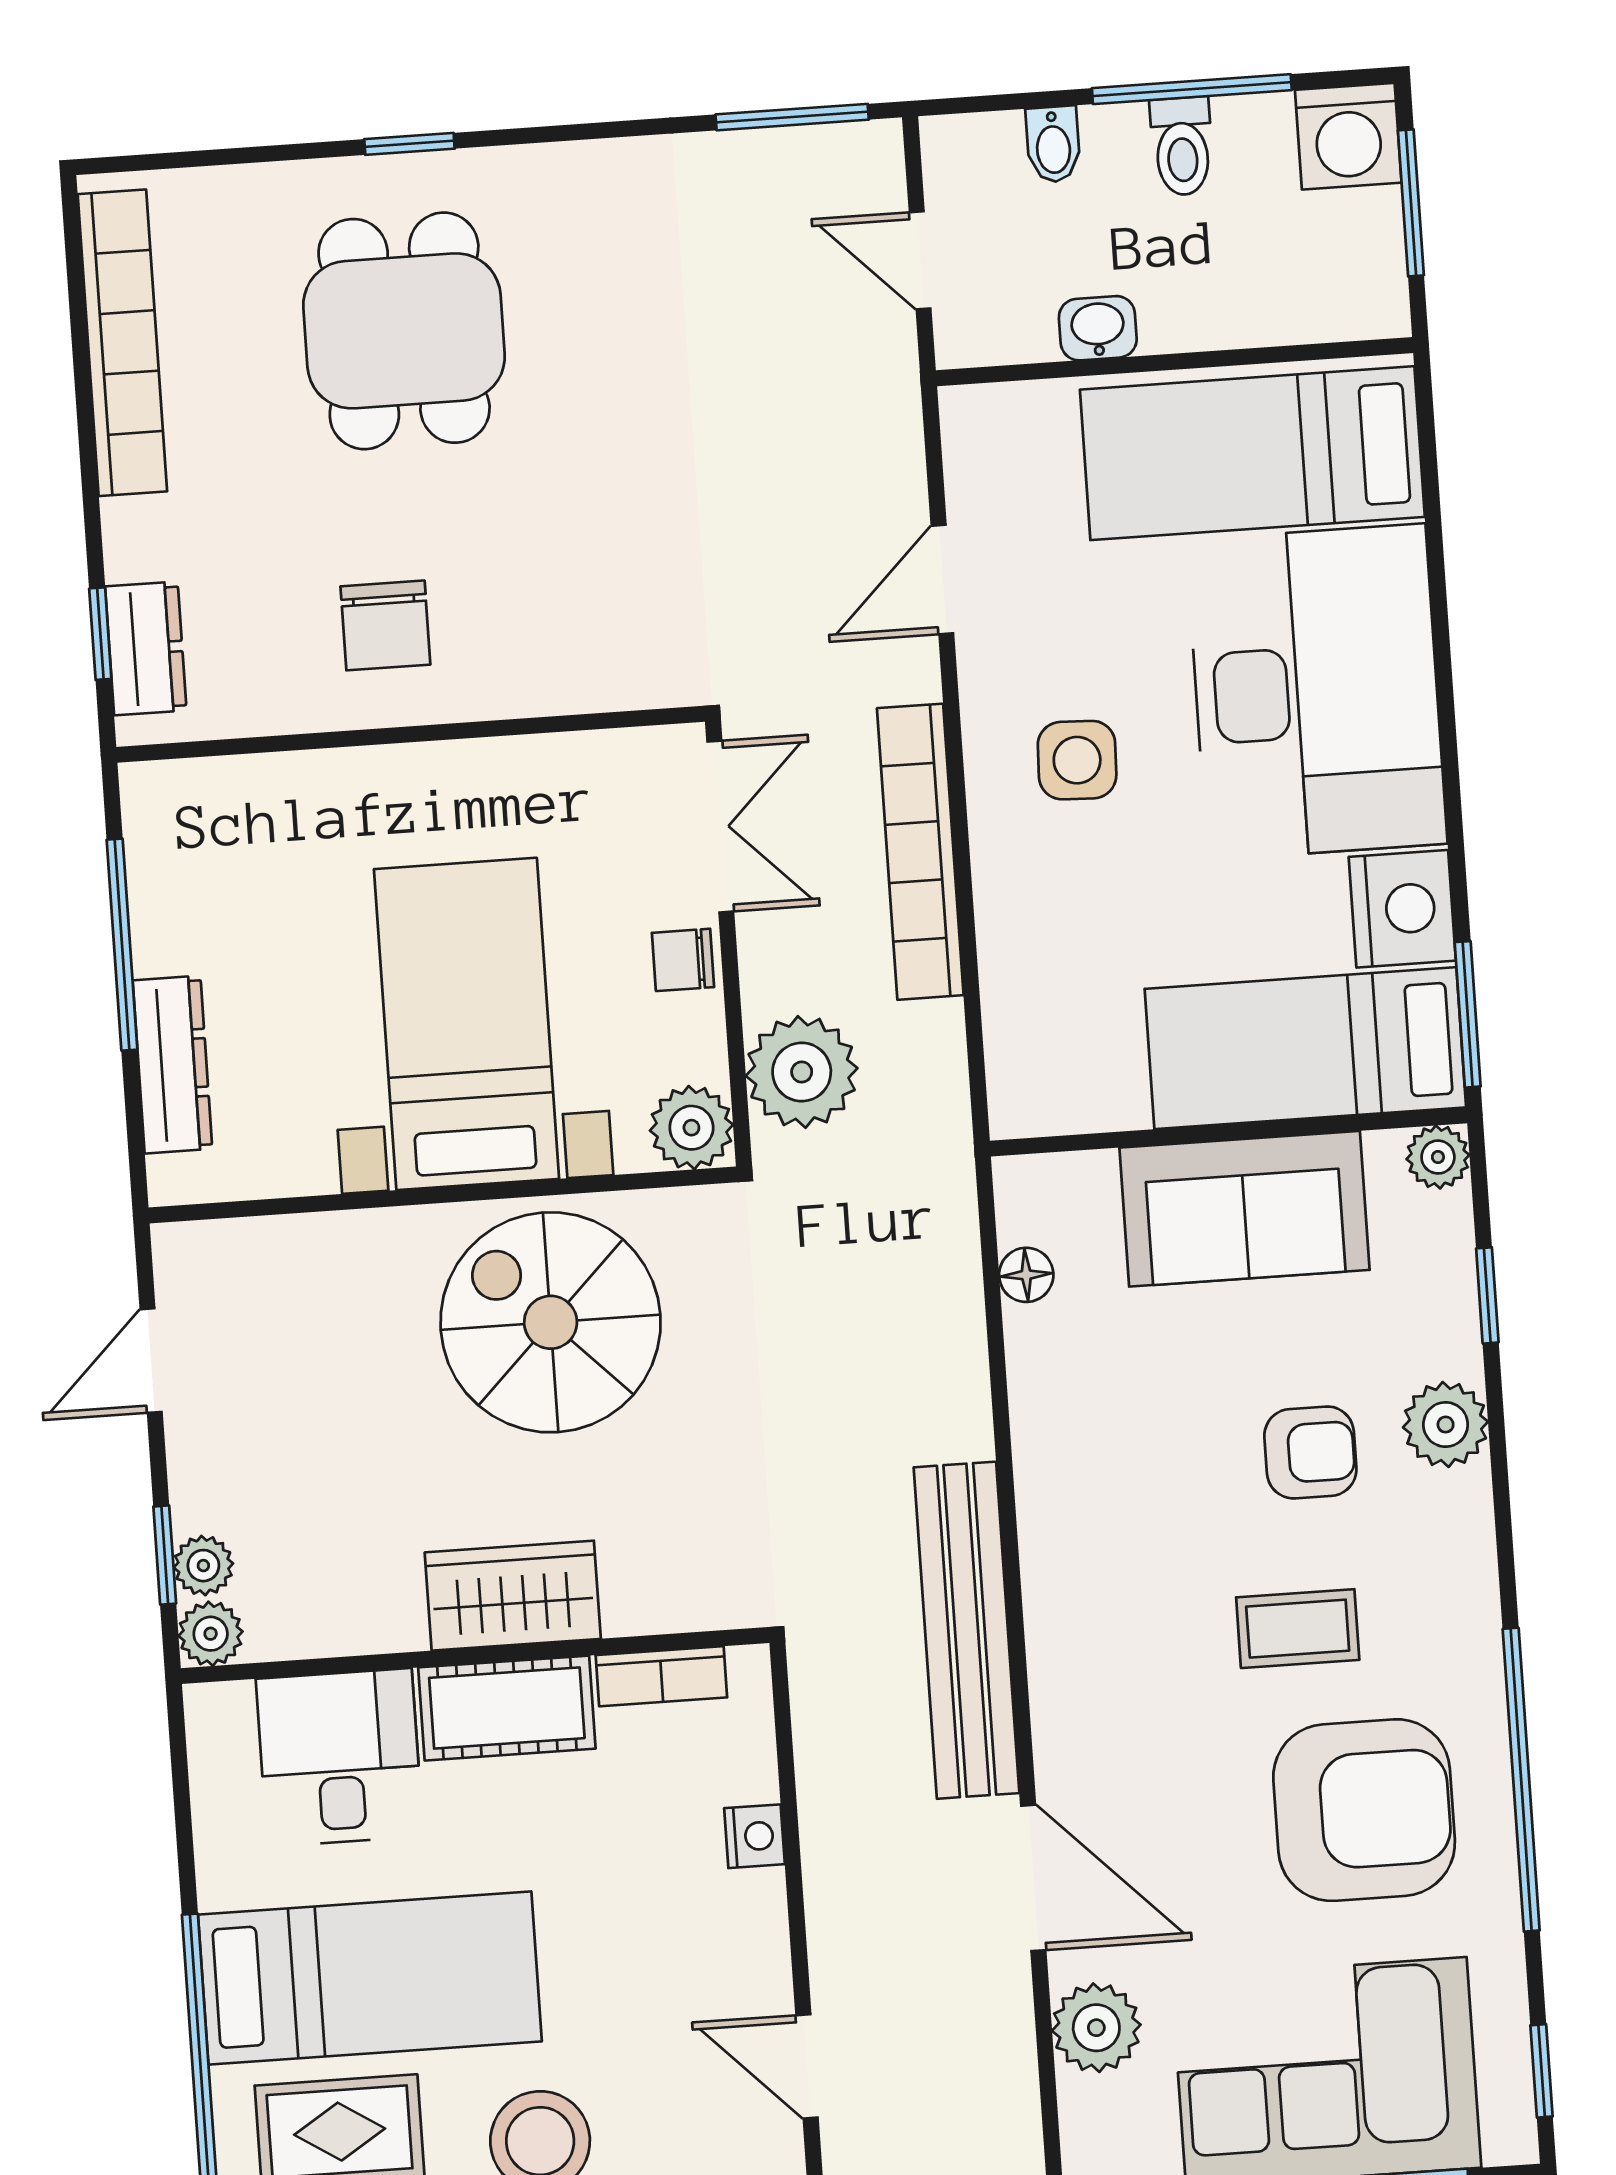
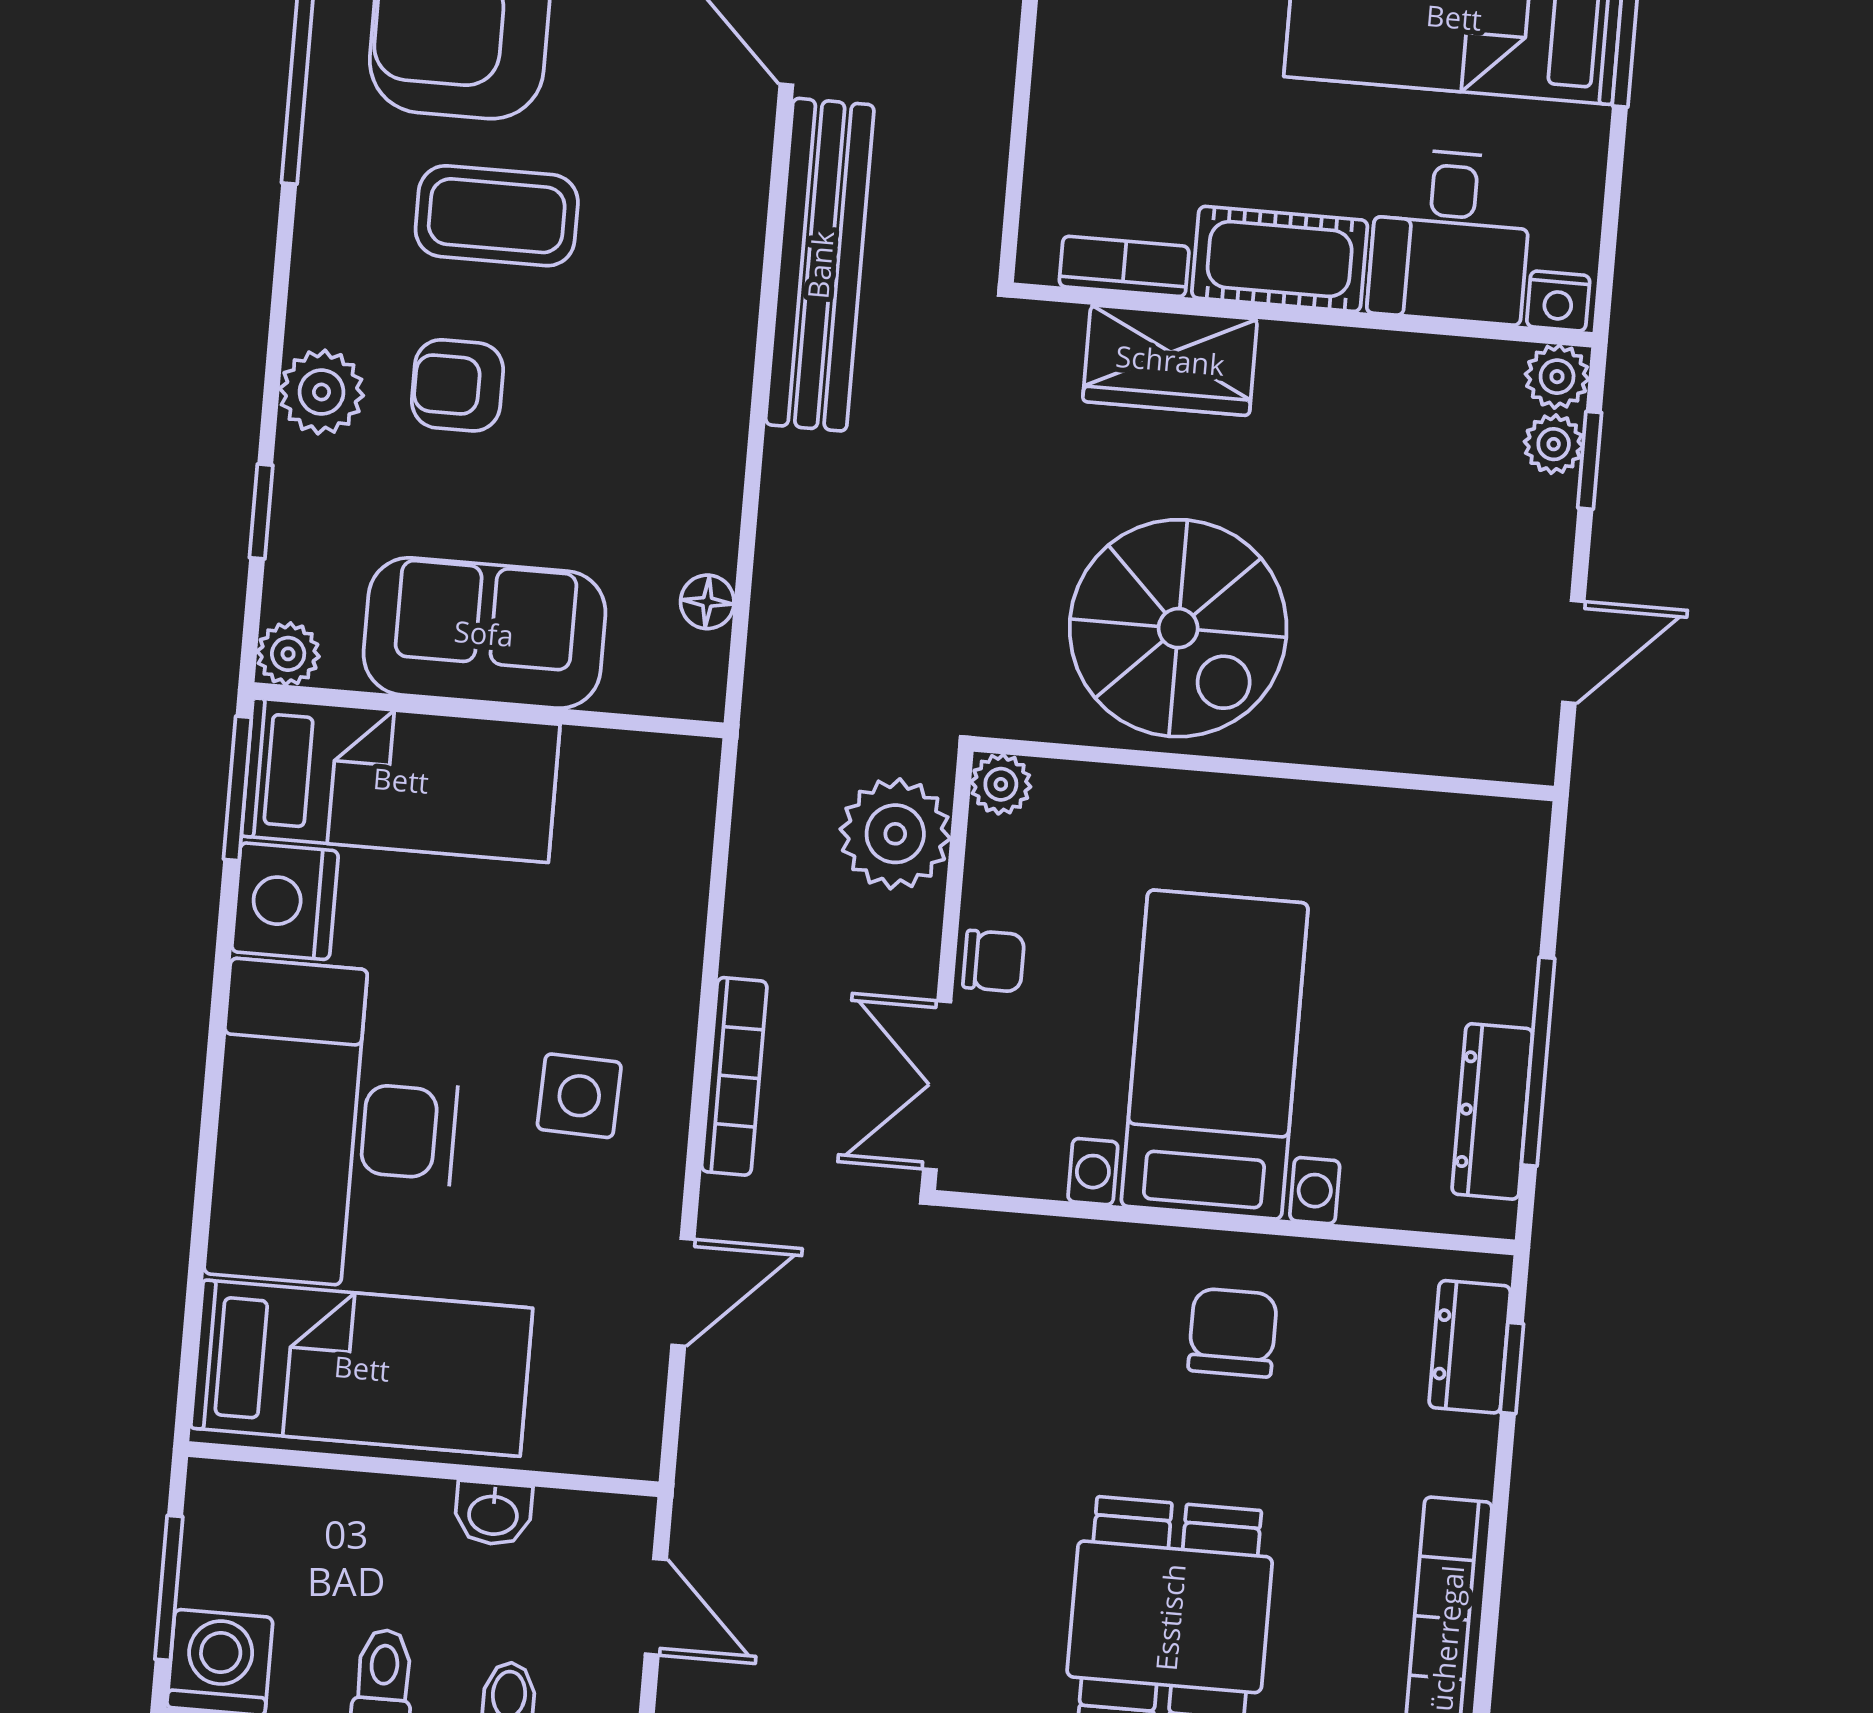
bookcase: (920, 852) -> (734, 1076), width x0.68, depth x0.76
bed with nightstands: (467, 1024) -> (1215, 1055), moved, turned 180
dresser: (172, 1065) -> (1492, 1111), moved
plant: (691, 1128) -> (1001, 784), width x0.73, depth x0.73
wardrobe: (513, 1596) -> (1170, 360), moved
coffee table: (1298, 1629) -> (497, 216), width x1.36, depth x1.30
nightstand: (754, 1836) -> (1558, 301), moved, turned -90

